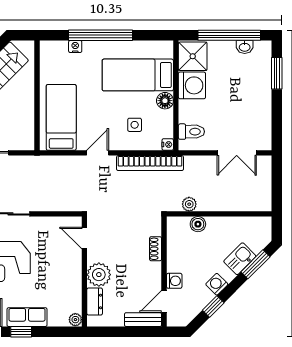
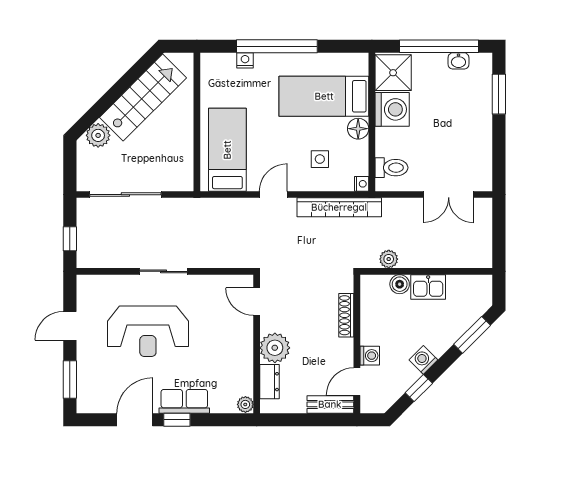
shoe rack: (156, 249) -> (346, 315), width x1.43
kitchen sink: (240, 259) -> (428, 287), moved, turned -135

